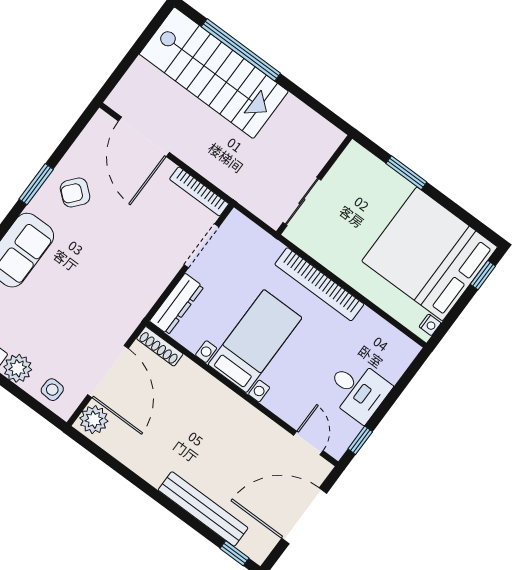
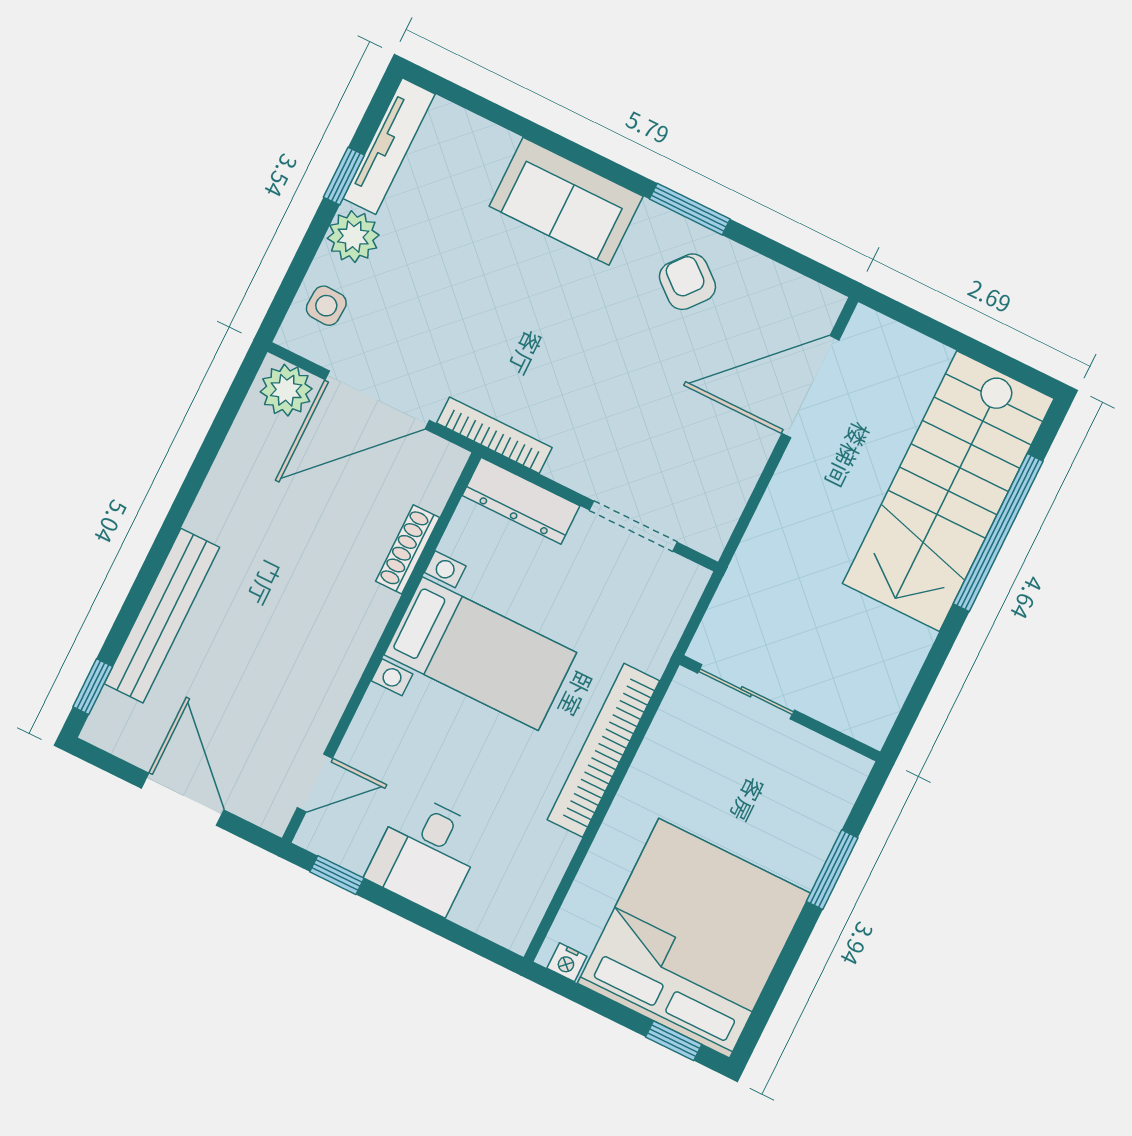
bookcase: (199, 191) -> (494, 435), moved, turned 90
shoe rack: (160, 346) -> (408, 549), moved
door: (304, 516) -> (183, 799), width x0.73

